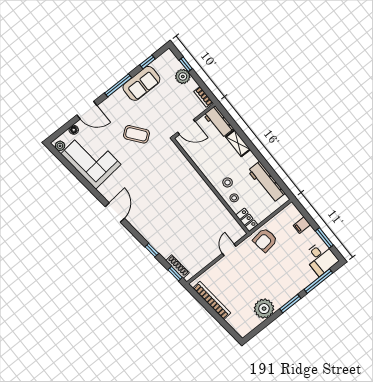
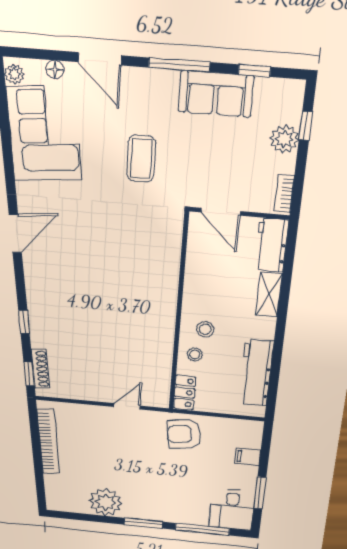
coffee table: (136, 134) -> (141, 159), turned 38

